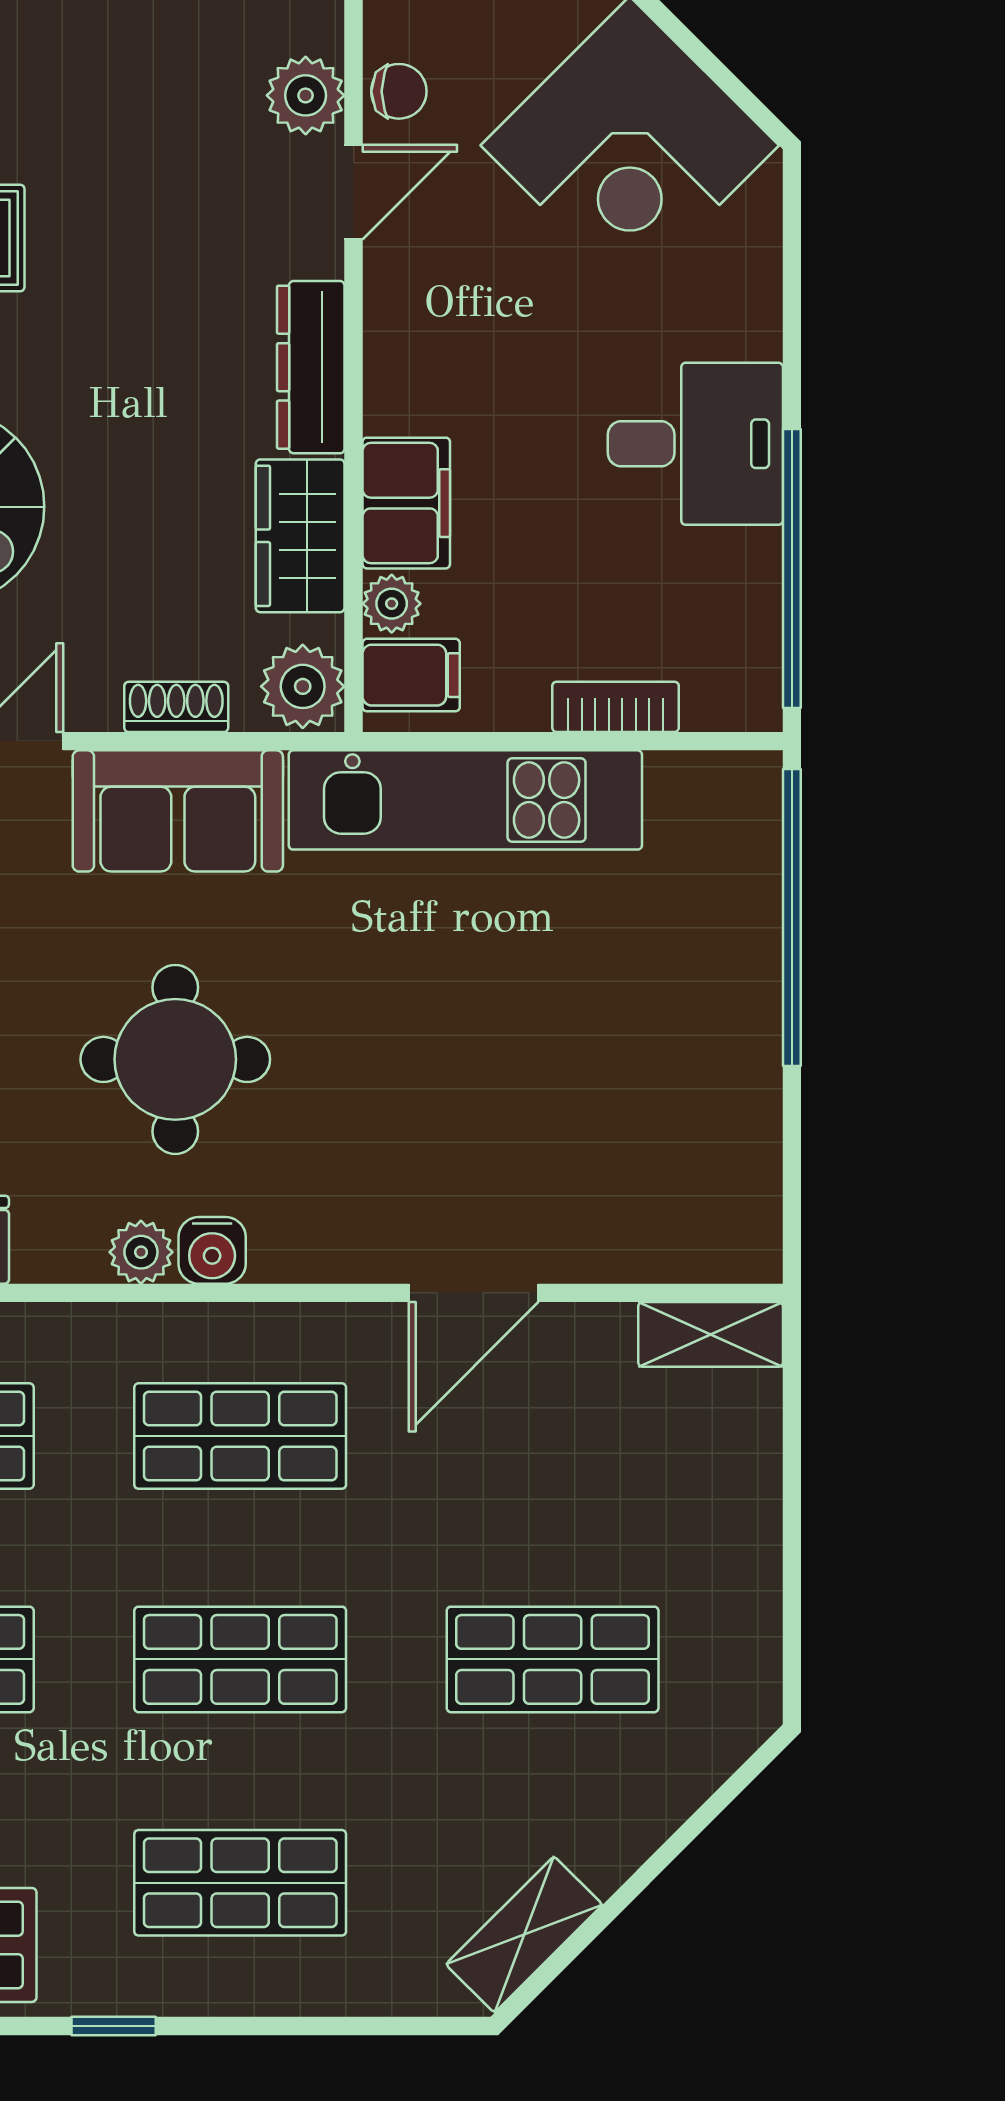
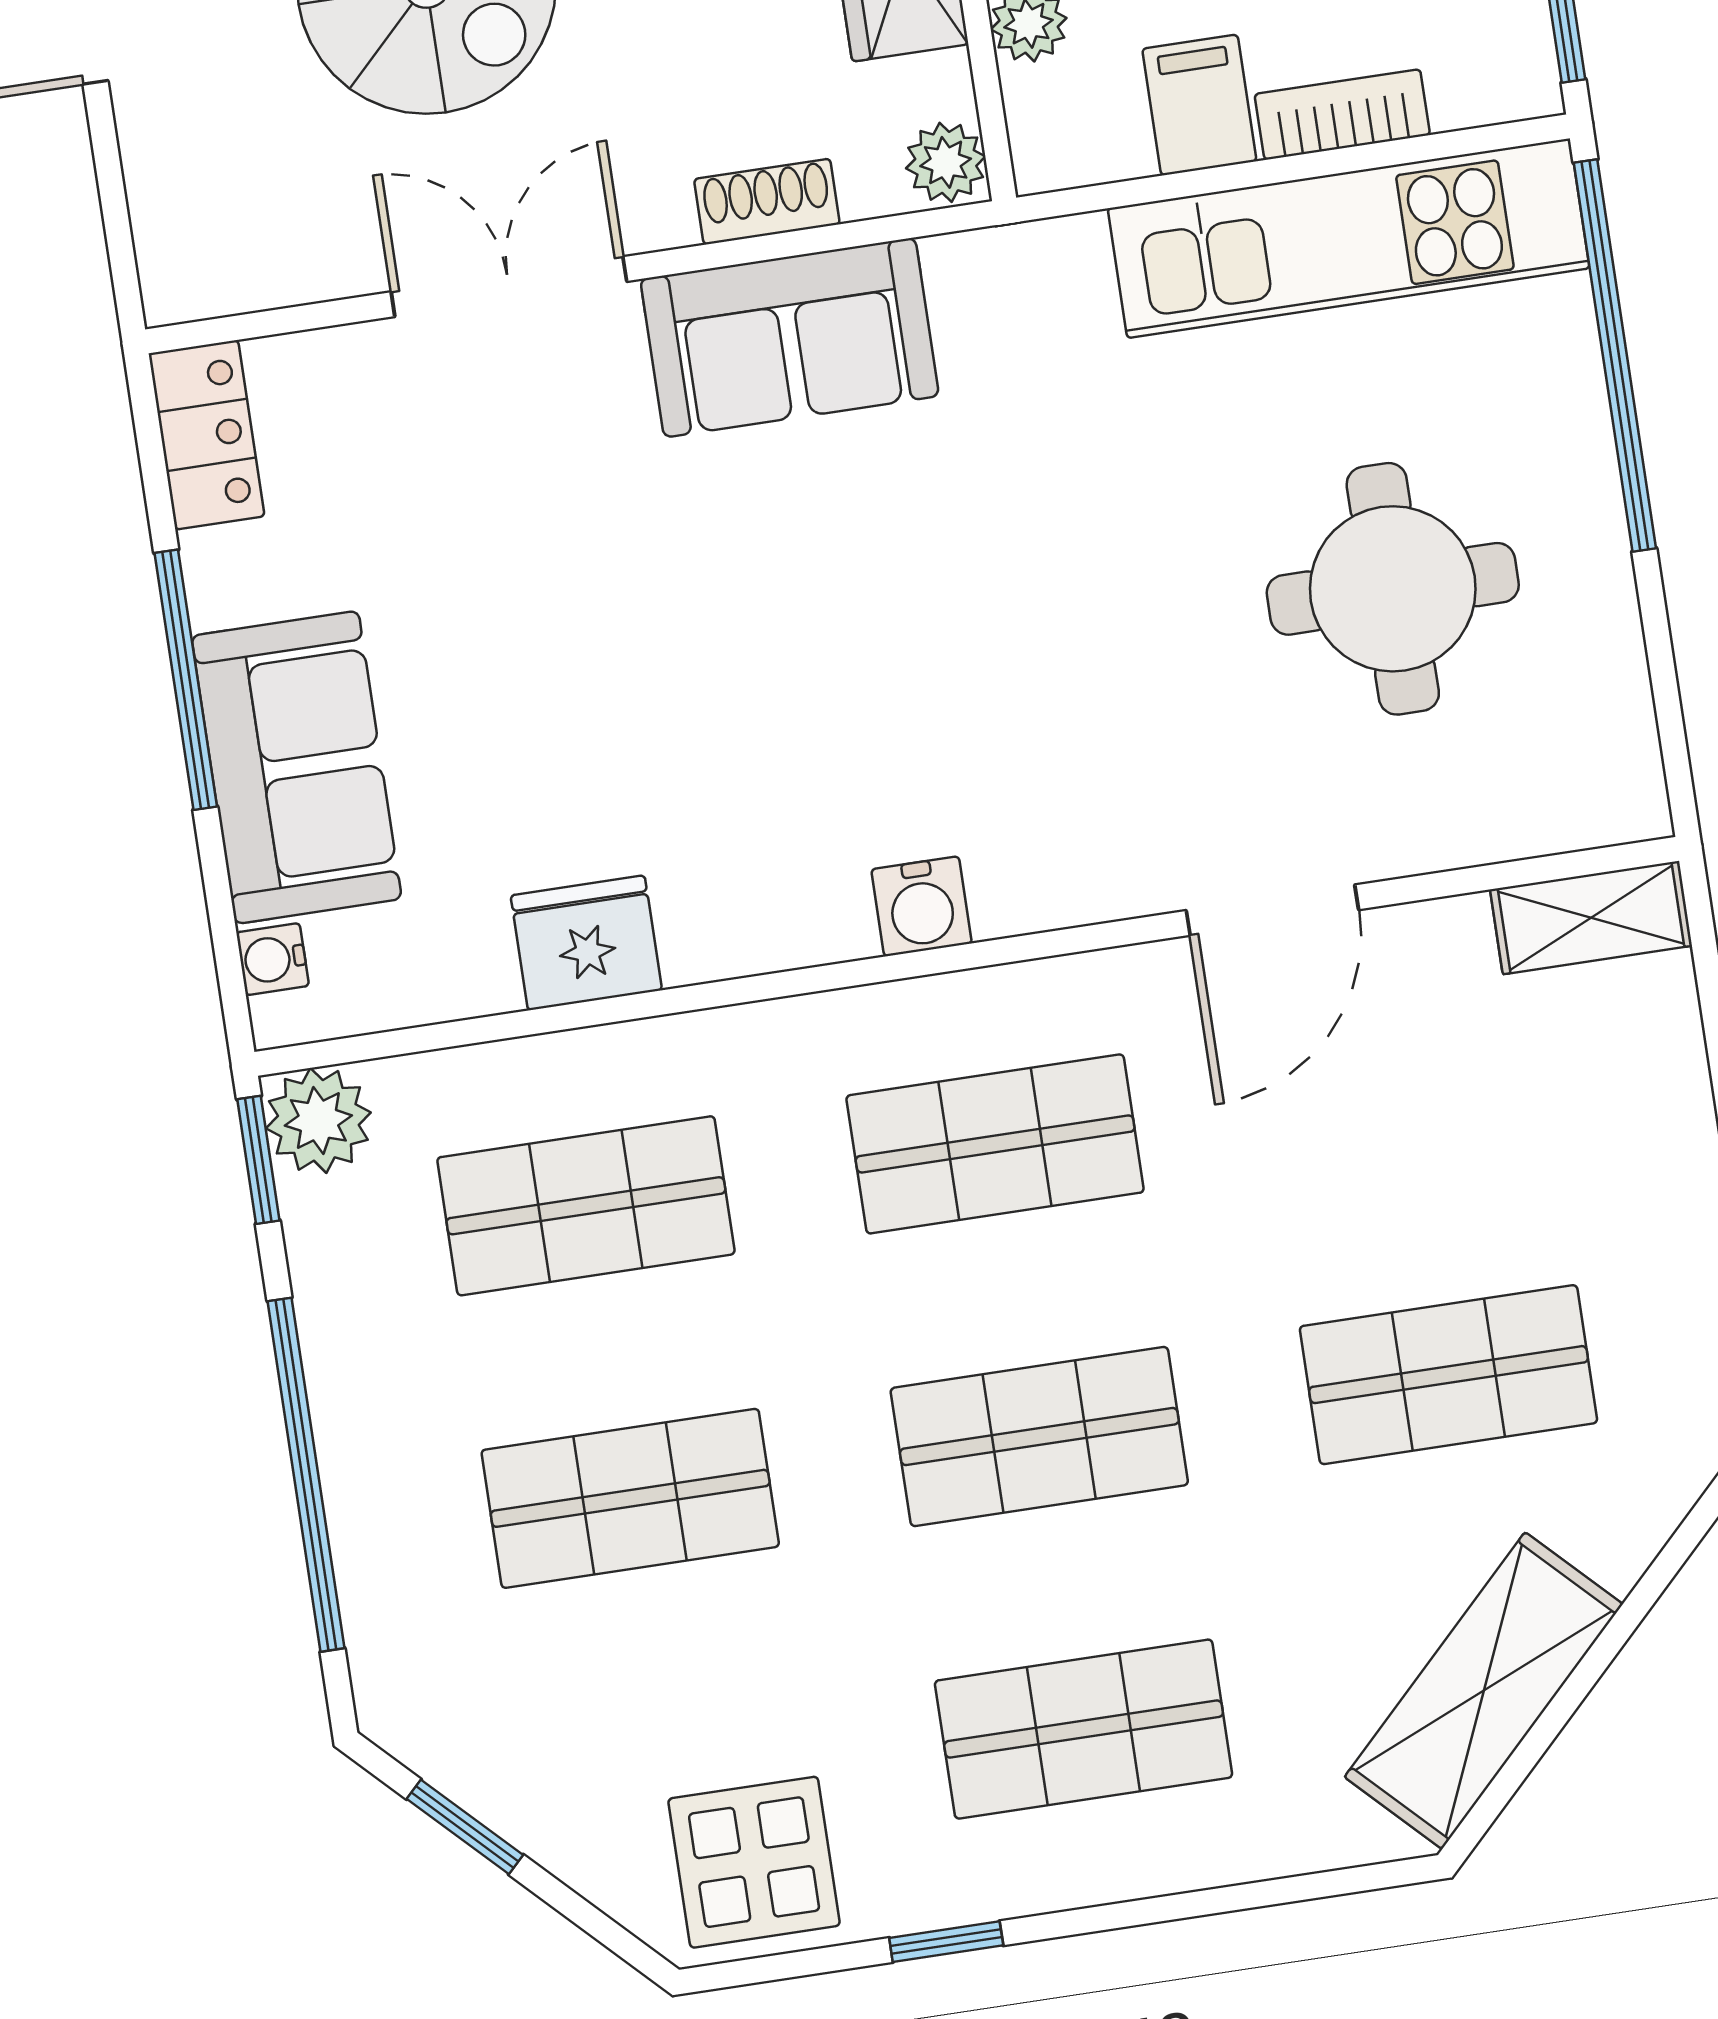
filing cabinet: (411, 675) -> (1199, 105), moved, turned -90
plant: (303, 686) -> (946, 162), width x0.73, depth x0.73
kitchen unit: (465, 800) -> (1349, 238), moved
round table: (175, 1059) -> (1393, 589), moved
plant: (141, 1252) -> (829, 923), removed
shelving: (524, 1934) -> (1484, 1691), width x1.50, depth x1.33

